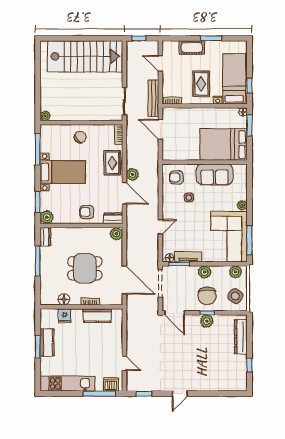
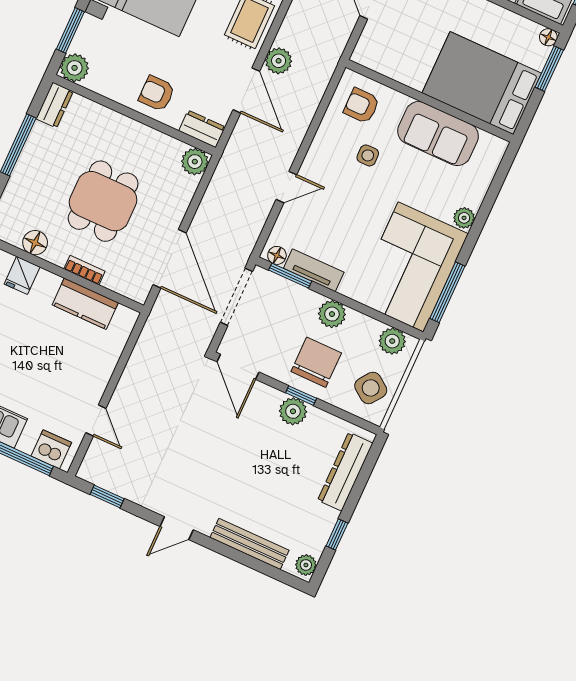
dining table: (85, 268) -> (103, 201), turned 90
chair: (207, 296) -> (316, 362), turned 180
plant: (242, 384) -> (306, 565), added
bench: (214, 386) -> (249, 544), added

